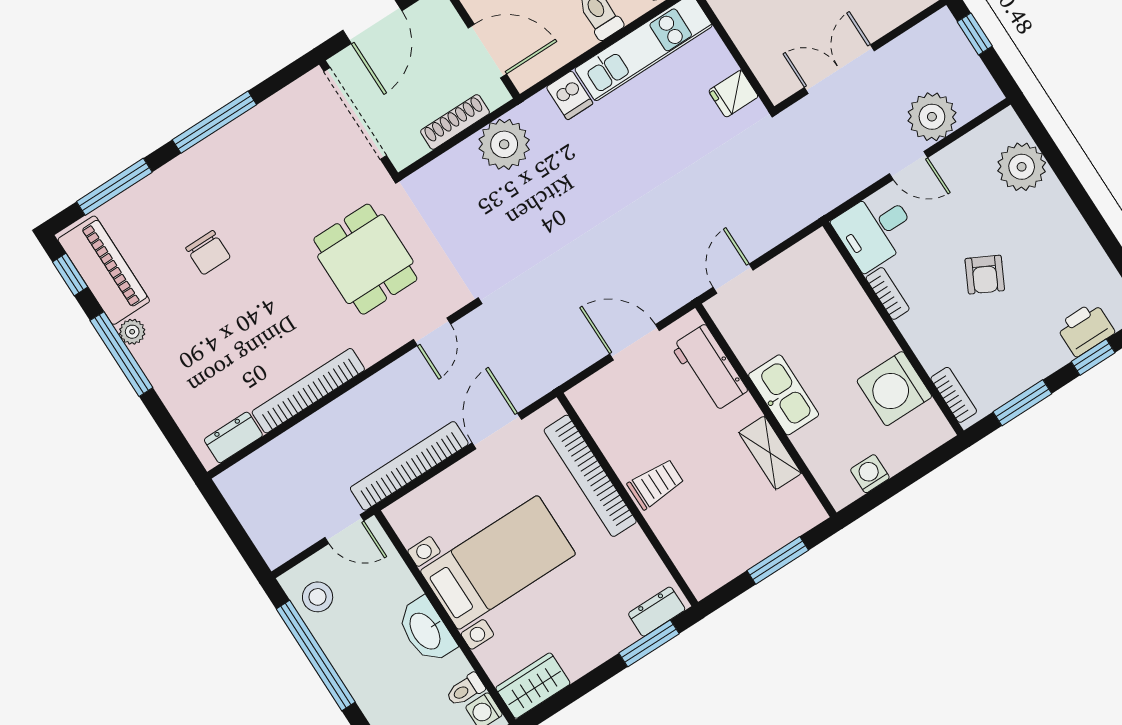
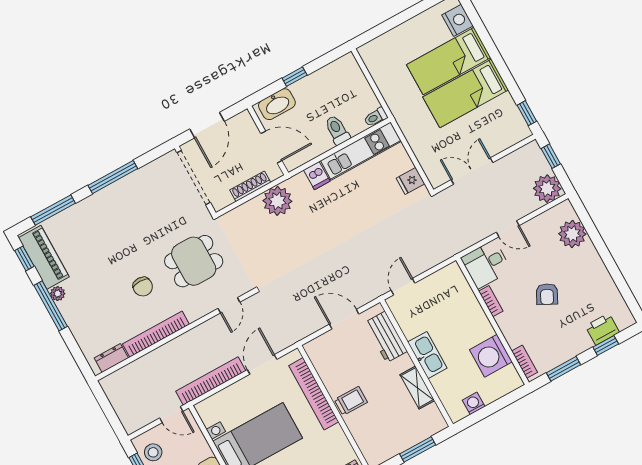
plant: (932, 117) -> (547, 189), moved
chair: (208, 253) -> (143, 287), moved
dining table: (365, 259) -> (194, 261), turned 90

